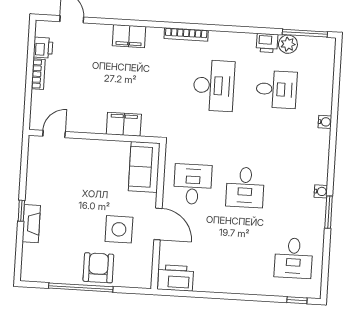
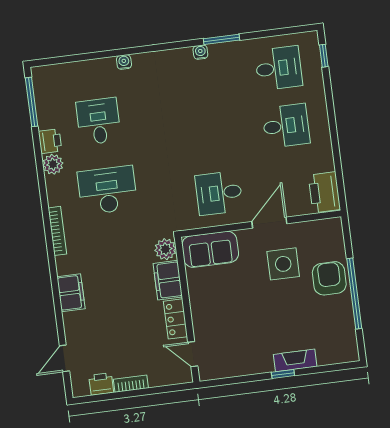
plant: (288, 44) -> (53, 164), moved
locker: (88, 124) -> (175, 319), added
plant: (152, 127) -> (165, 249), added
desk: (245, 187) -> (286, 126), moved
armchair: (98, 268) -> (329, 278), turned 90

